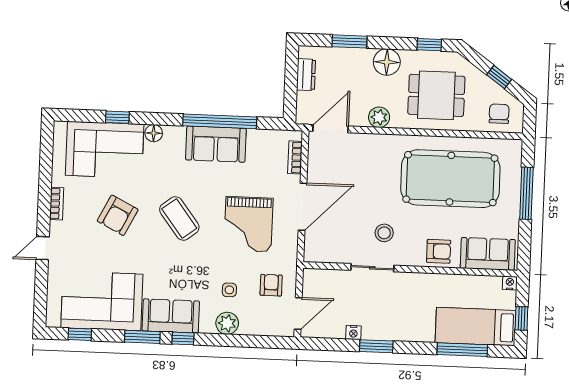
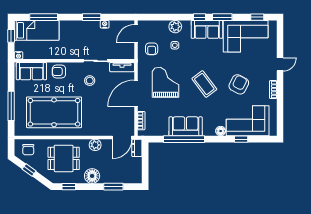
dresser: (306, 75) -> (137, 148), moved
tv unit: (325, 255) -> (122, 67), added

